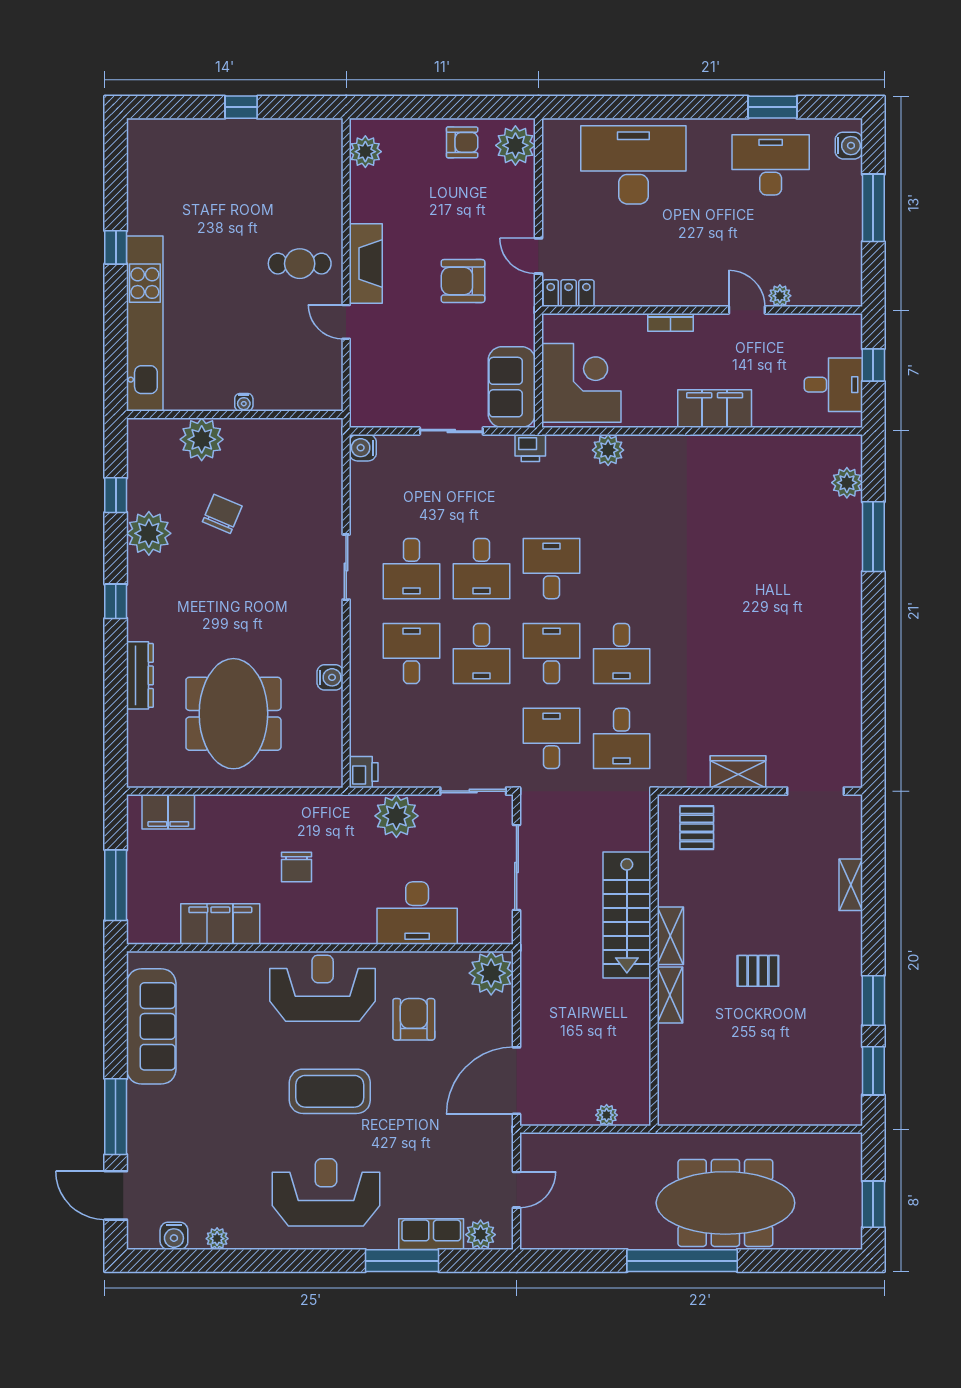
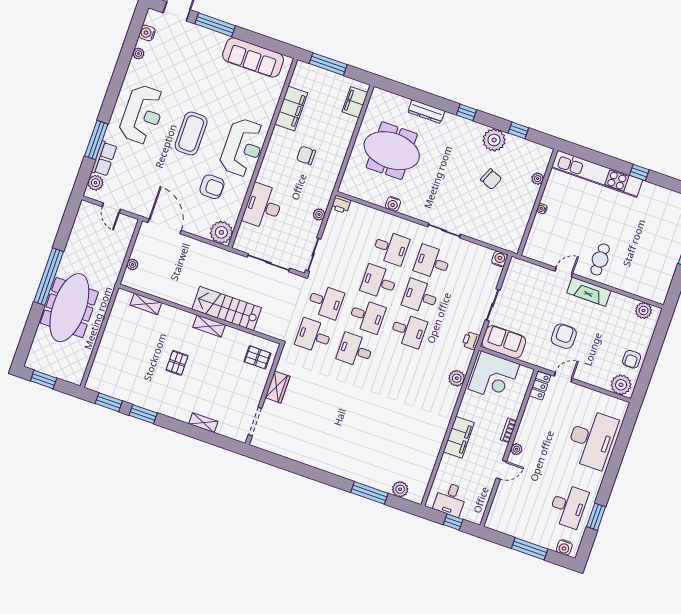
plant: (780, 296) -> (516, 449), moved
plant: (202, 439) -> (538, 179), width x0.53, depth x0.53
plant: (396, 816) -> (319, 214), width x0.53, depth x0.53
shelving: (670, 995) -> (146, 304), moved

